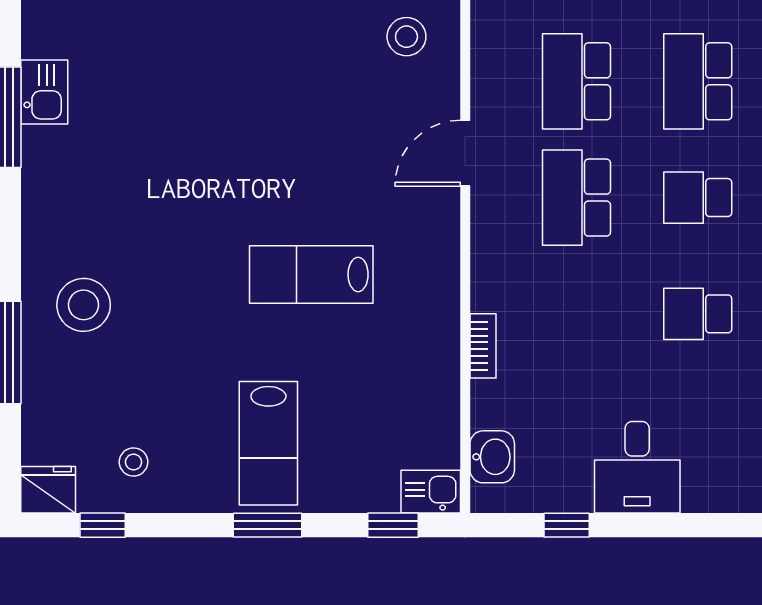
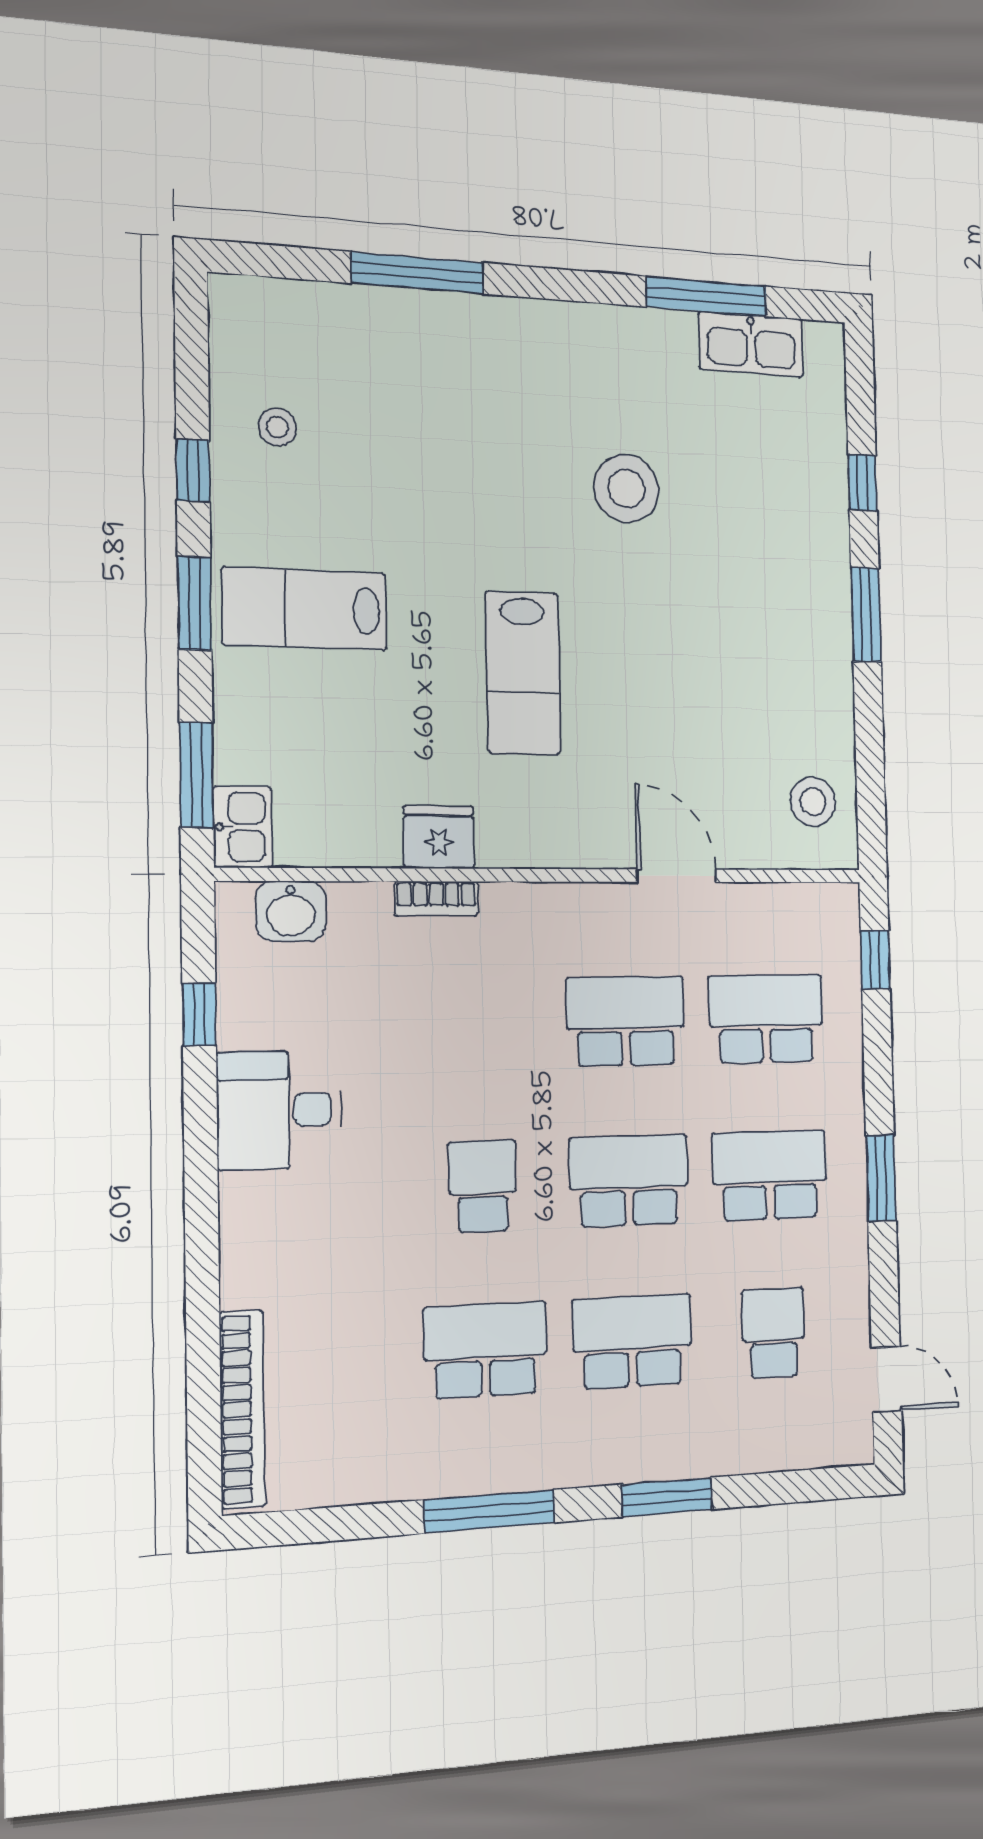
kitchen sink: (44, 92) -> (751, 344), width x1.38
school desk: (698, 198) -> (629, 1181), width x1.85
lab bench: (311, 274) -> (523, 673), turned 180
stool: (84, 305) -> (626, 488), moved
fridge: (48, 490) -> (439, 837), moved, turned -90
window: (103, 525) -> (193, 471), moved
window: (393, 525) -> (197, 775), width x1.50

